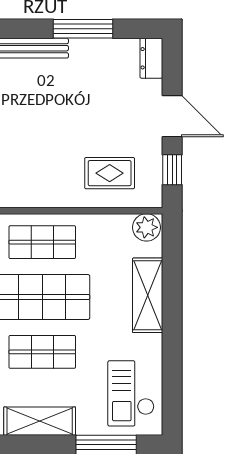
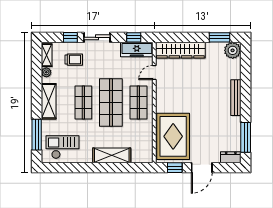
window: (83, 29) -> (246, 137), moved
rug: (110, 173) -> (173, 136), width x1.86, depth x2.06
plant: (147, 227) -> (146, 155), removed

